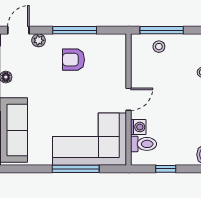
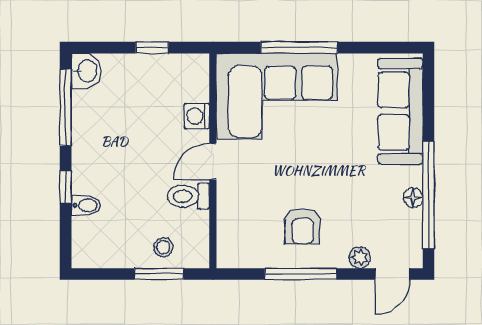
window: (162, 30) -> (159, 274), width x0.69
armchair: (73, 60) -> (303, 226), turned 90
toilet: (144, 144) -> (188, 196), moved

